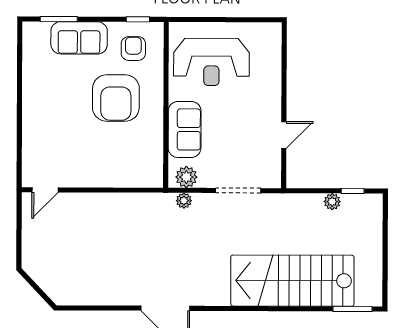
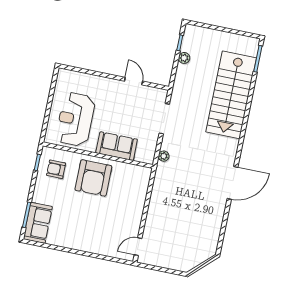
sofa: (79, 38) -> (38, 223), moved
reception desk: (211, 62) -> (75, 119), turned 180
armchair: (116, 98) -> (93, 178), moved, turned 90
plant: (186, 177) -> (148, 151), removed
door: (45, 190) -> (138, 247), swing flipped

